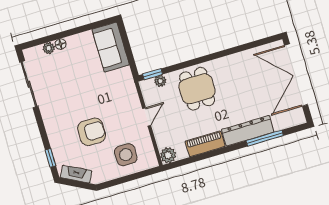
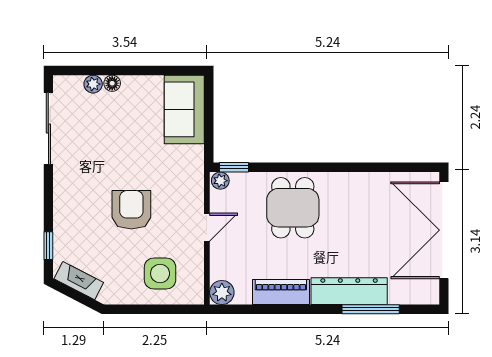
plant: (160, 81) -> (220, 181), moved
armchair: (92, 132) -> (131, 210), moved, turned -90

